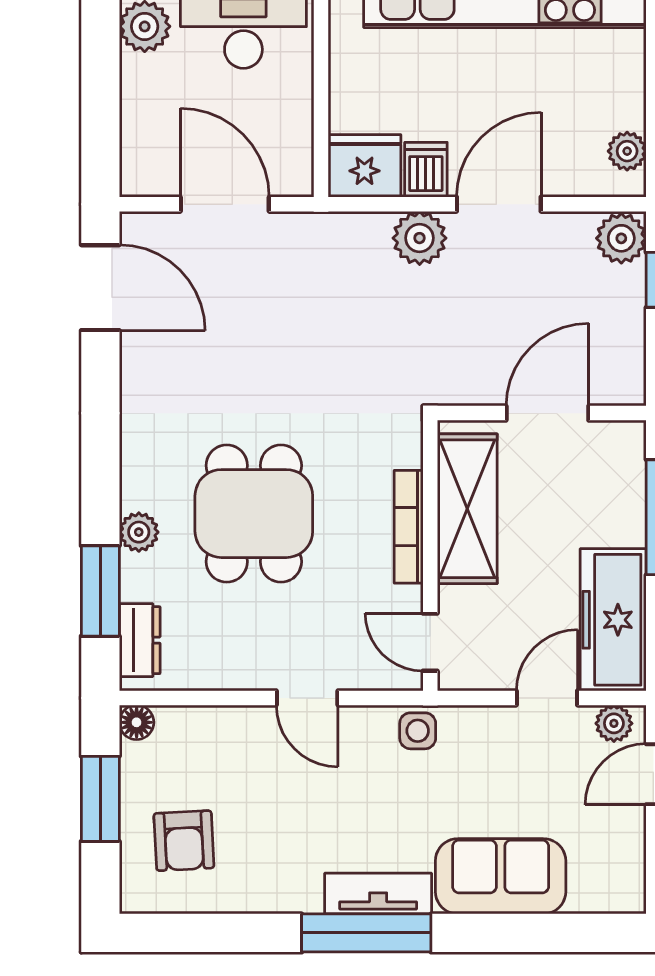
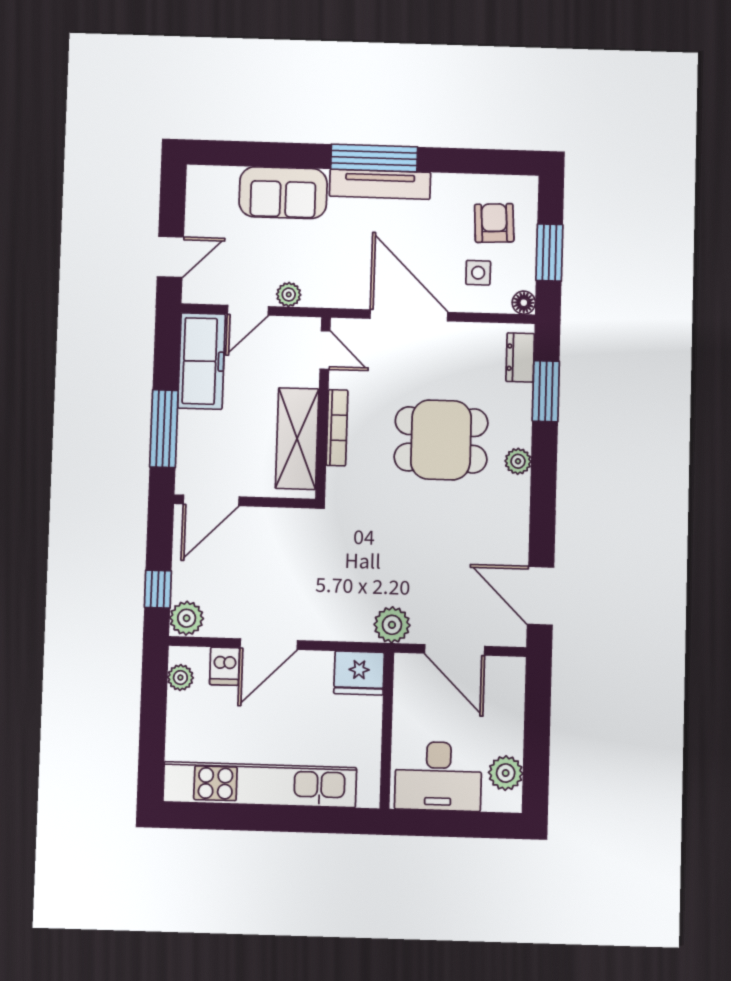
dishwasher: (426, 170) -> (225, 666), moved
plant: (420, 238) -> (392, 625), moved
door: (547, 413) -> (211, 500), moved
dining table: (254, 514) -> (441, 440), turned 90
plant: (139, 532) -> (518, 461), moved
door: (307, 698) -> (409, 315), width x1.88
plant: (614, 723) -> (289, 295), moved
side table: (418, 731) -> (478, 273), moved
tv unit: (378, 894) -> (380, 184), width x1.41

